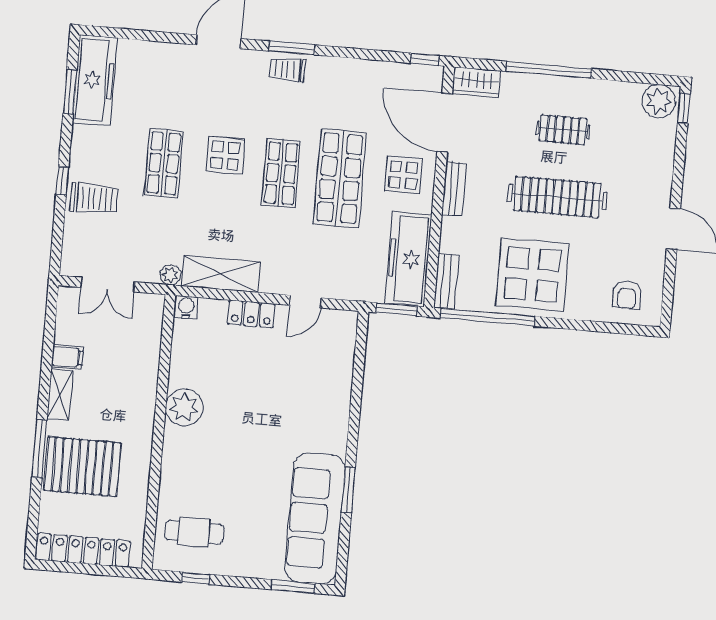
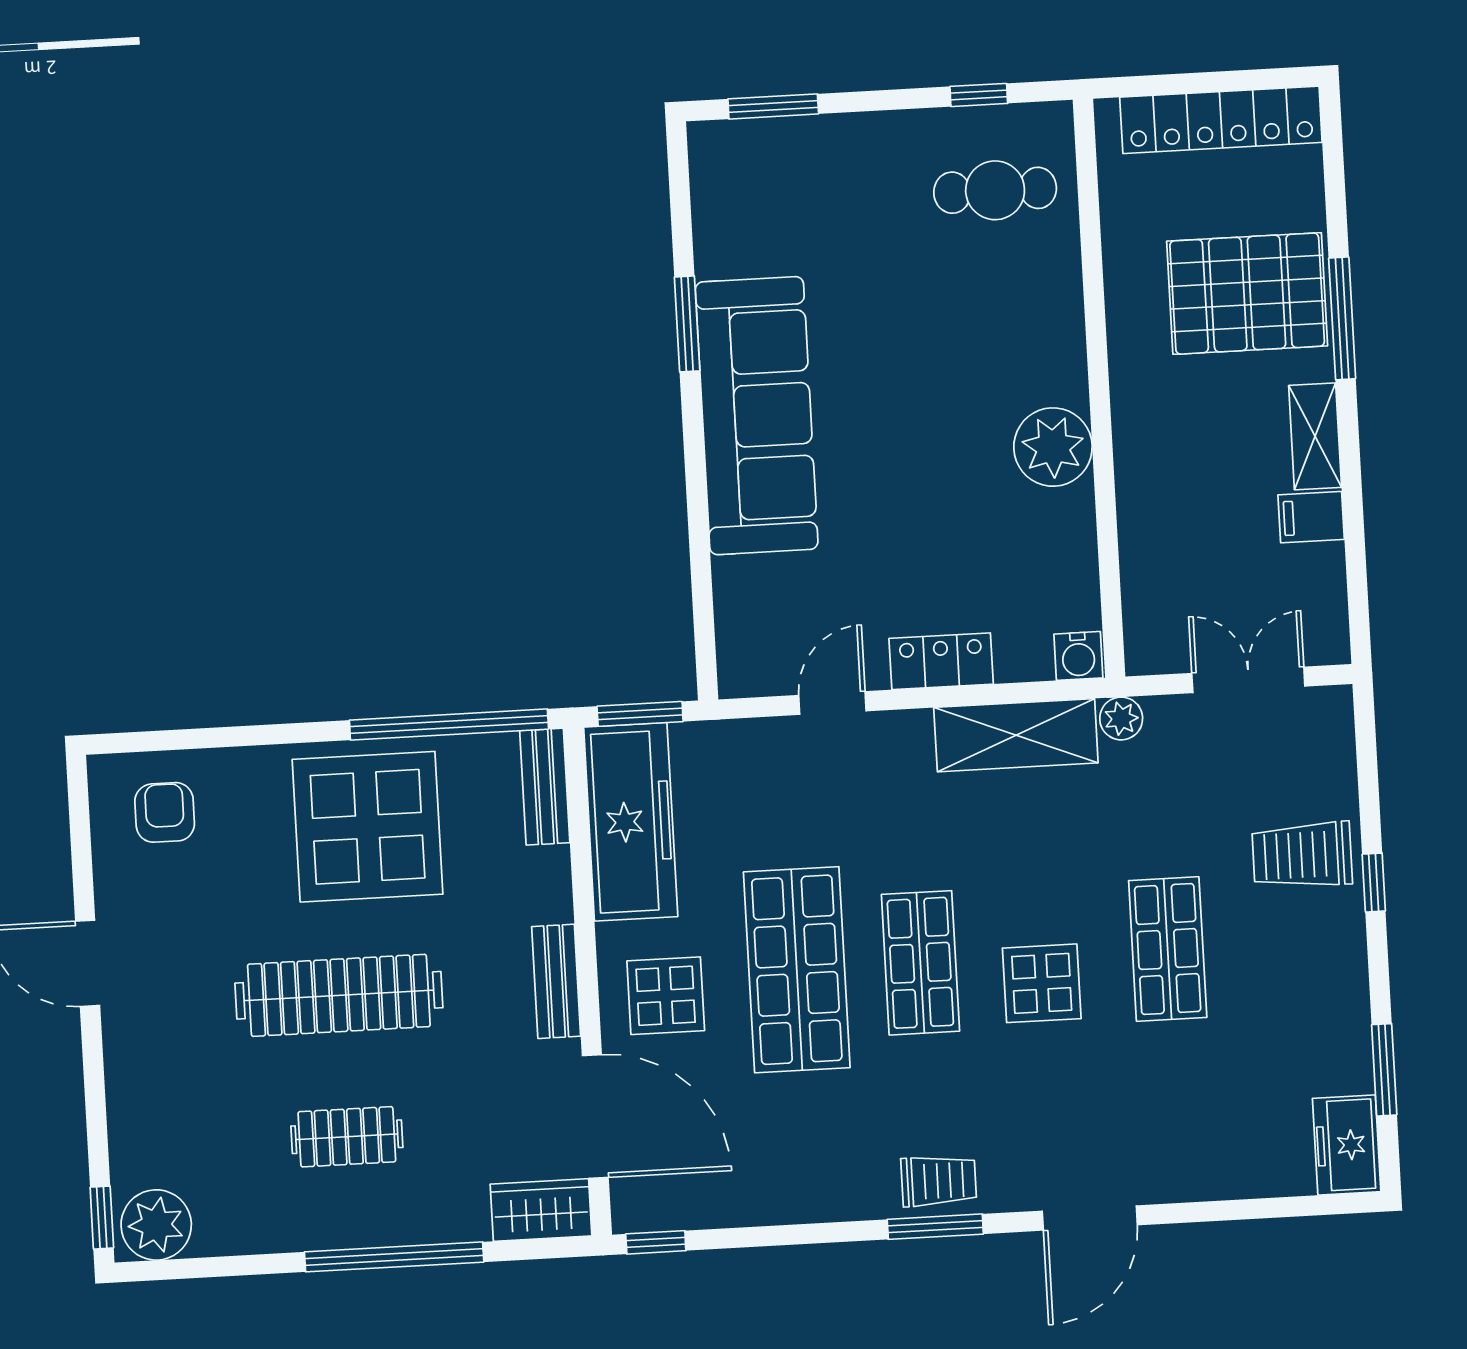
freezer: (95, 80) -> (1347, 1145), width x0.52, depth x0.79
sofa: (315, 518) -> (757, 416), moved

